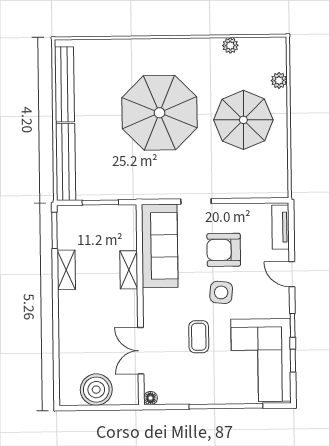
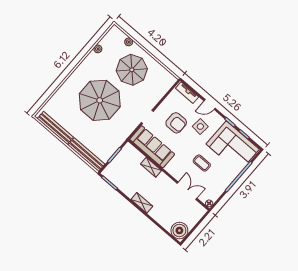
armchair: (224, 250) -> (176, 123), turned -90
shelving: (66, 270) -> (142, 203), moved
side table: (221, 292) -> (200, 126), moved
double door: (141, 351) -> (187, 191), swing flipped
boiler: (96, 390) -> (179, 231), moved

